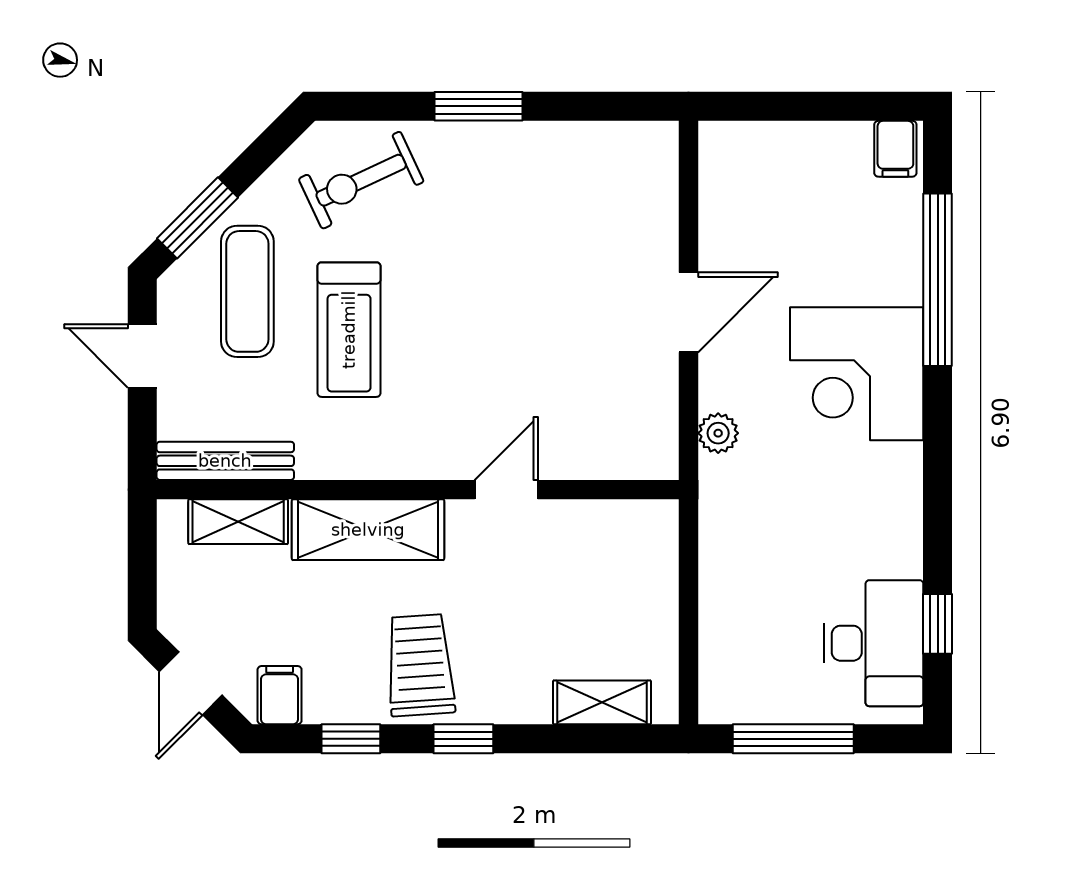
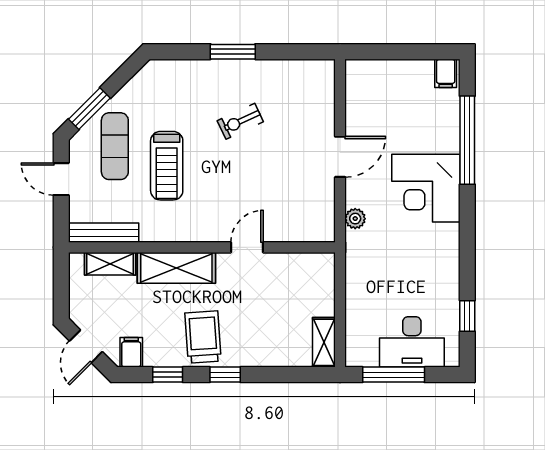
exercise bike: (361, 180) -> (240, 121), moved, width x0.73, depth x0.72
desk: (874, 643) -> (412, 342), moved, turned 90
shelving: (602, 702) -> (324, 342), moved, turned 90

